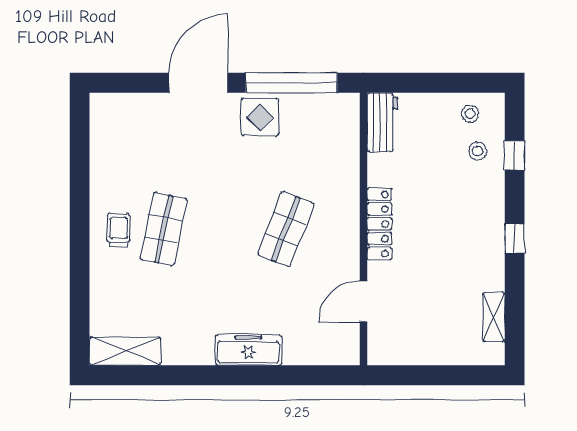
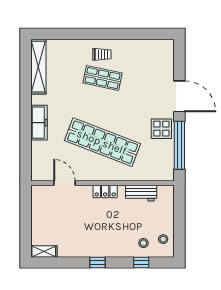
workbench: (382, 122) -> (141, 193), moved
locker: (379, 224) -> (105, 191), width x0.66
shop shelf: (286, 229) -> (102, 142), width x2.00, depth x1.36
shelving: (494, 317) -> (44, 252), moved
shelving: (125, 351) -> (38, 67), width x1.47

